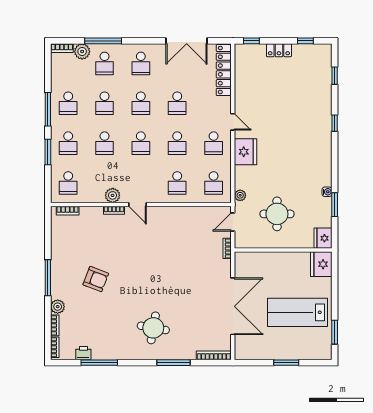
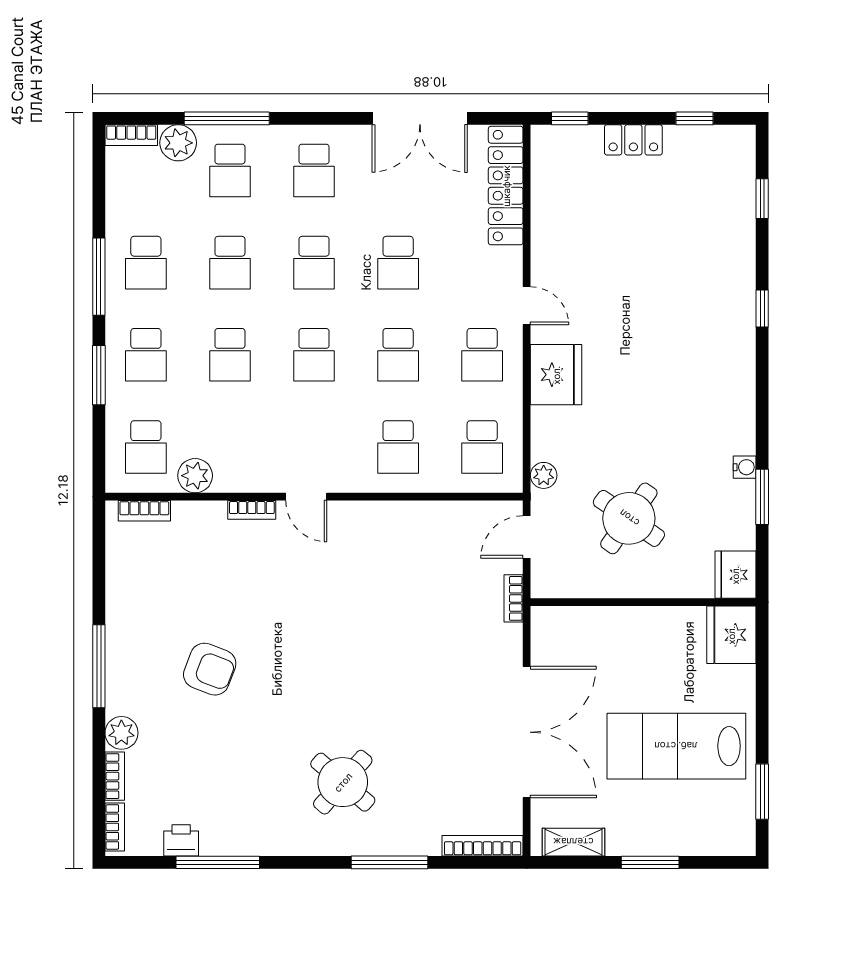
plant: (113, 195) -> (195, 476), moved
round table: (277, 214) -> (629, 518), turned 35
round table: (153, 328) -> (343, 782), turned 31
shelving: (253, 354) -> (573, 842), added

